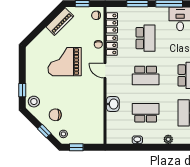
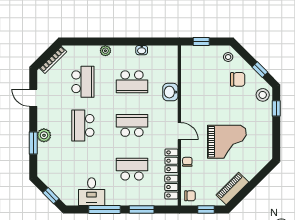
school desk: (146, 38) -> (132, 169), turned 90
window: (44, 131) -> (260, 70), moved
window: (76, 147) -> (201, 41), moved

